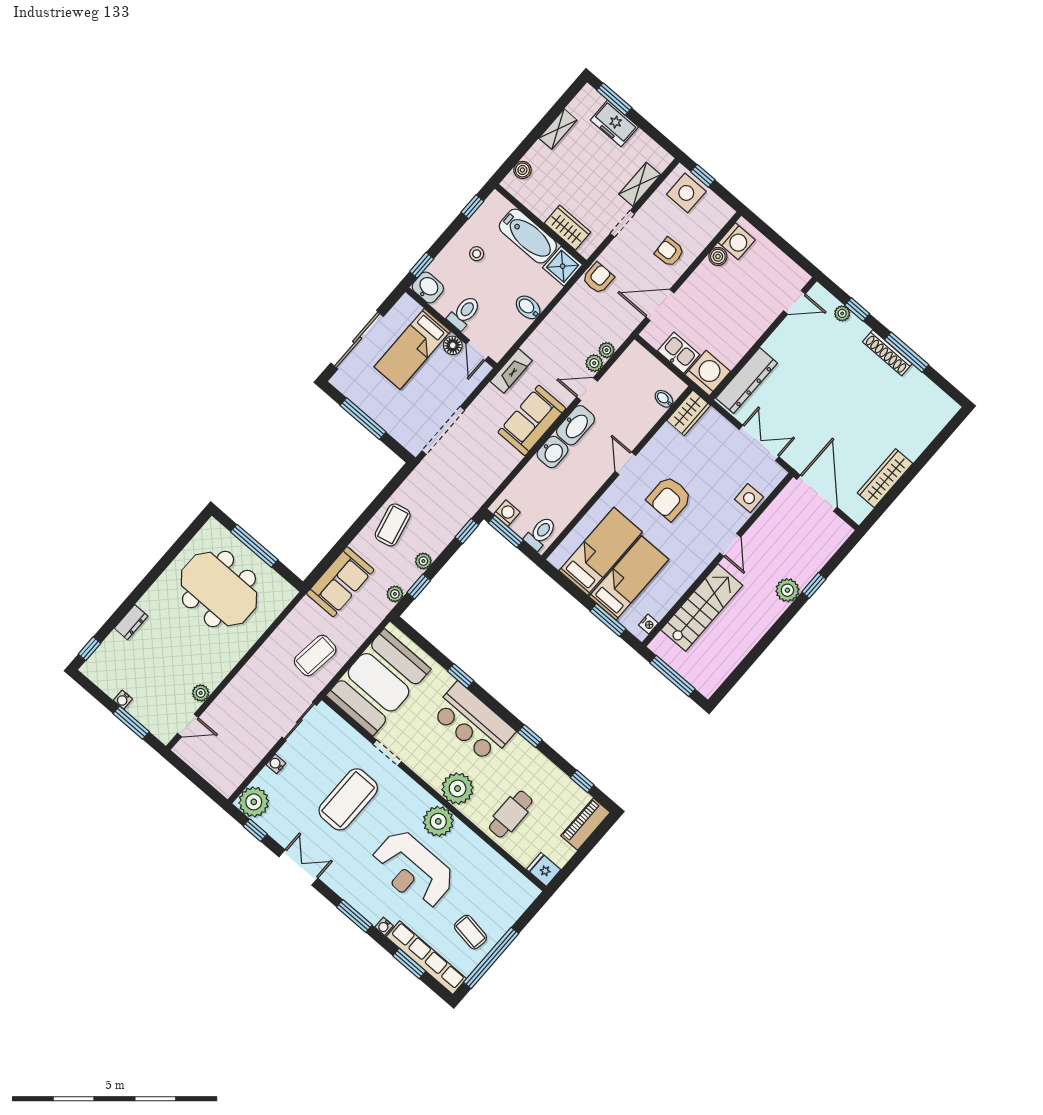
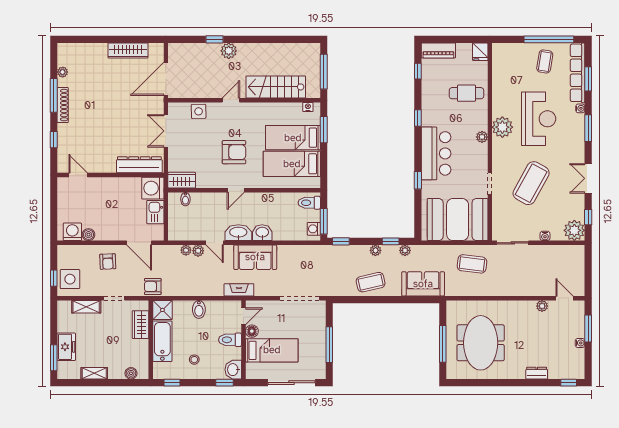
plant: (842, 313) -> (63, 72), moved
plant: (458, 789) -> (482, 137), width x0.53, depth x0.53
coffee table: (348, 799) -> (531, 183), turned -61

